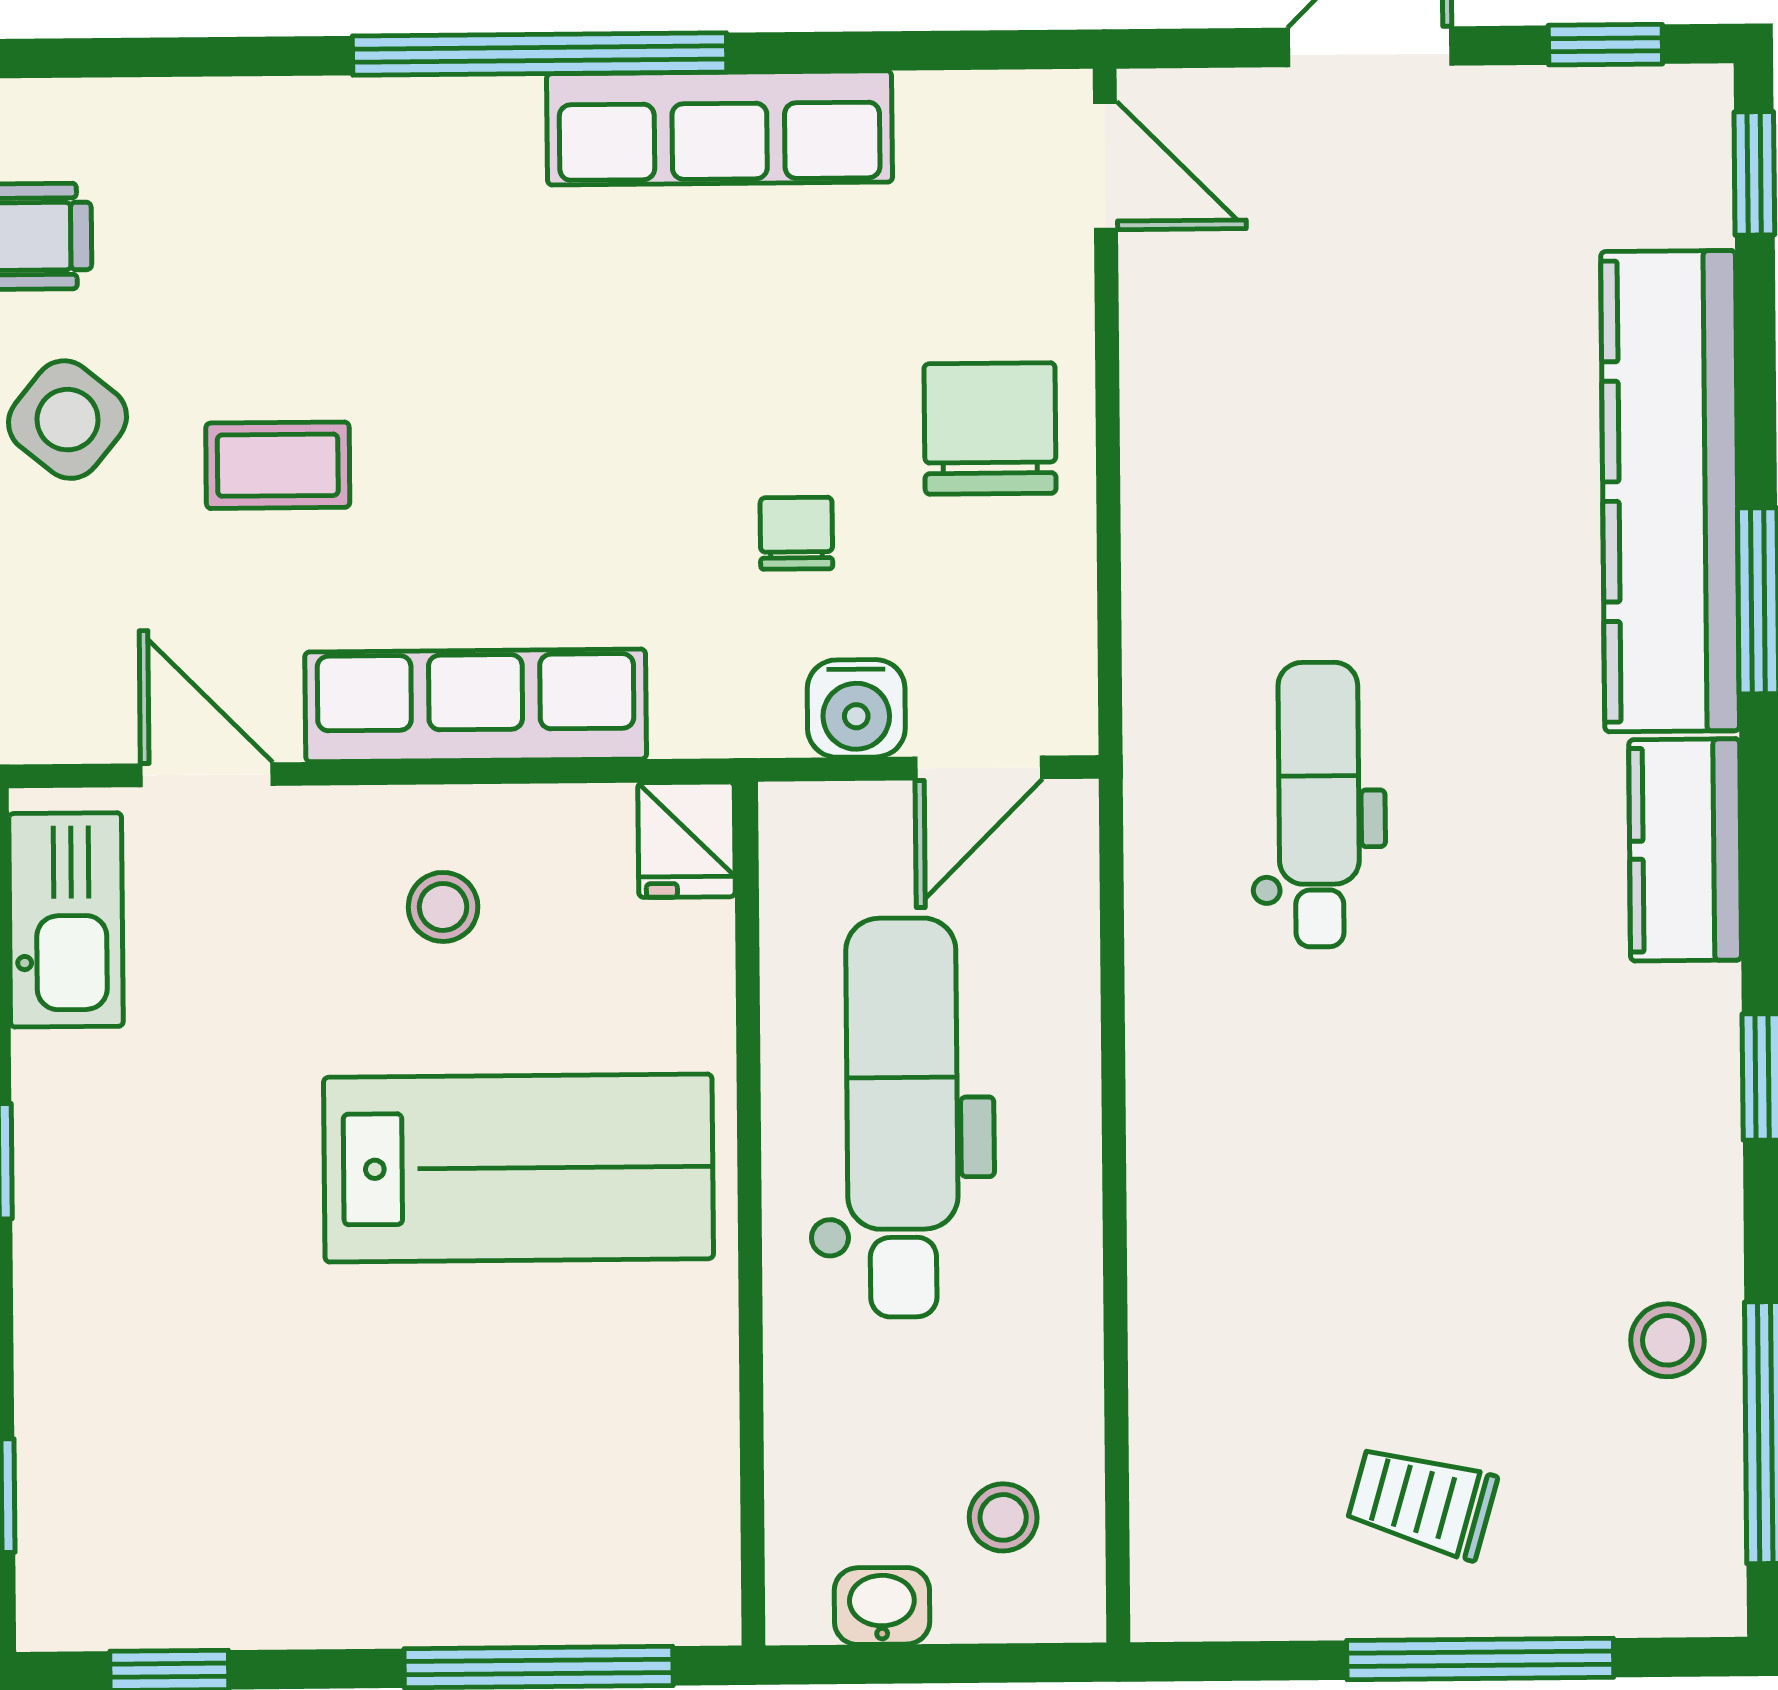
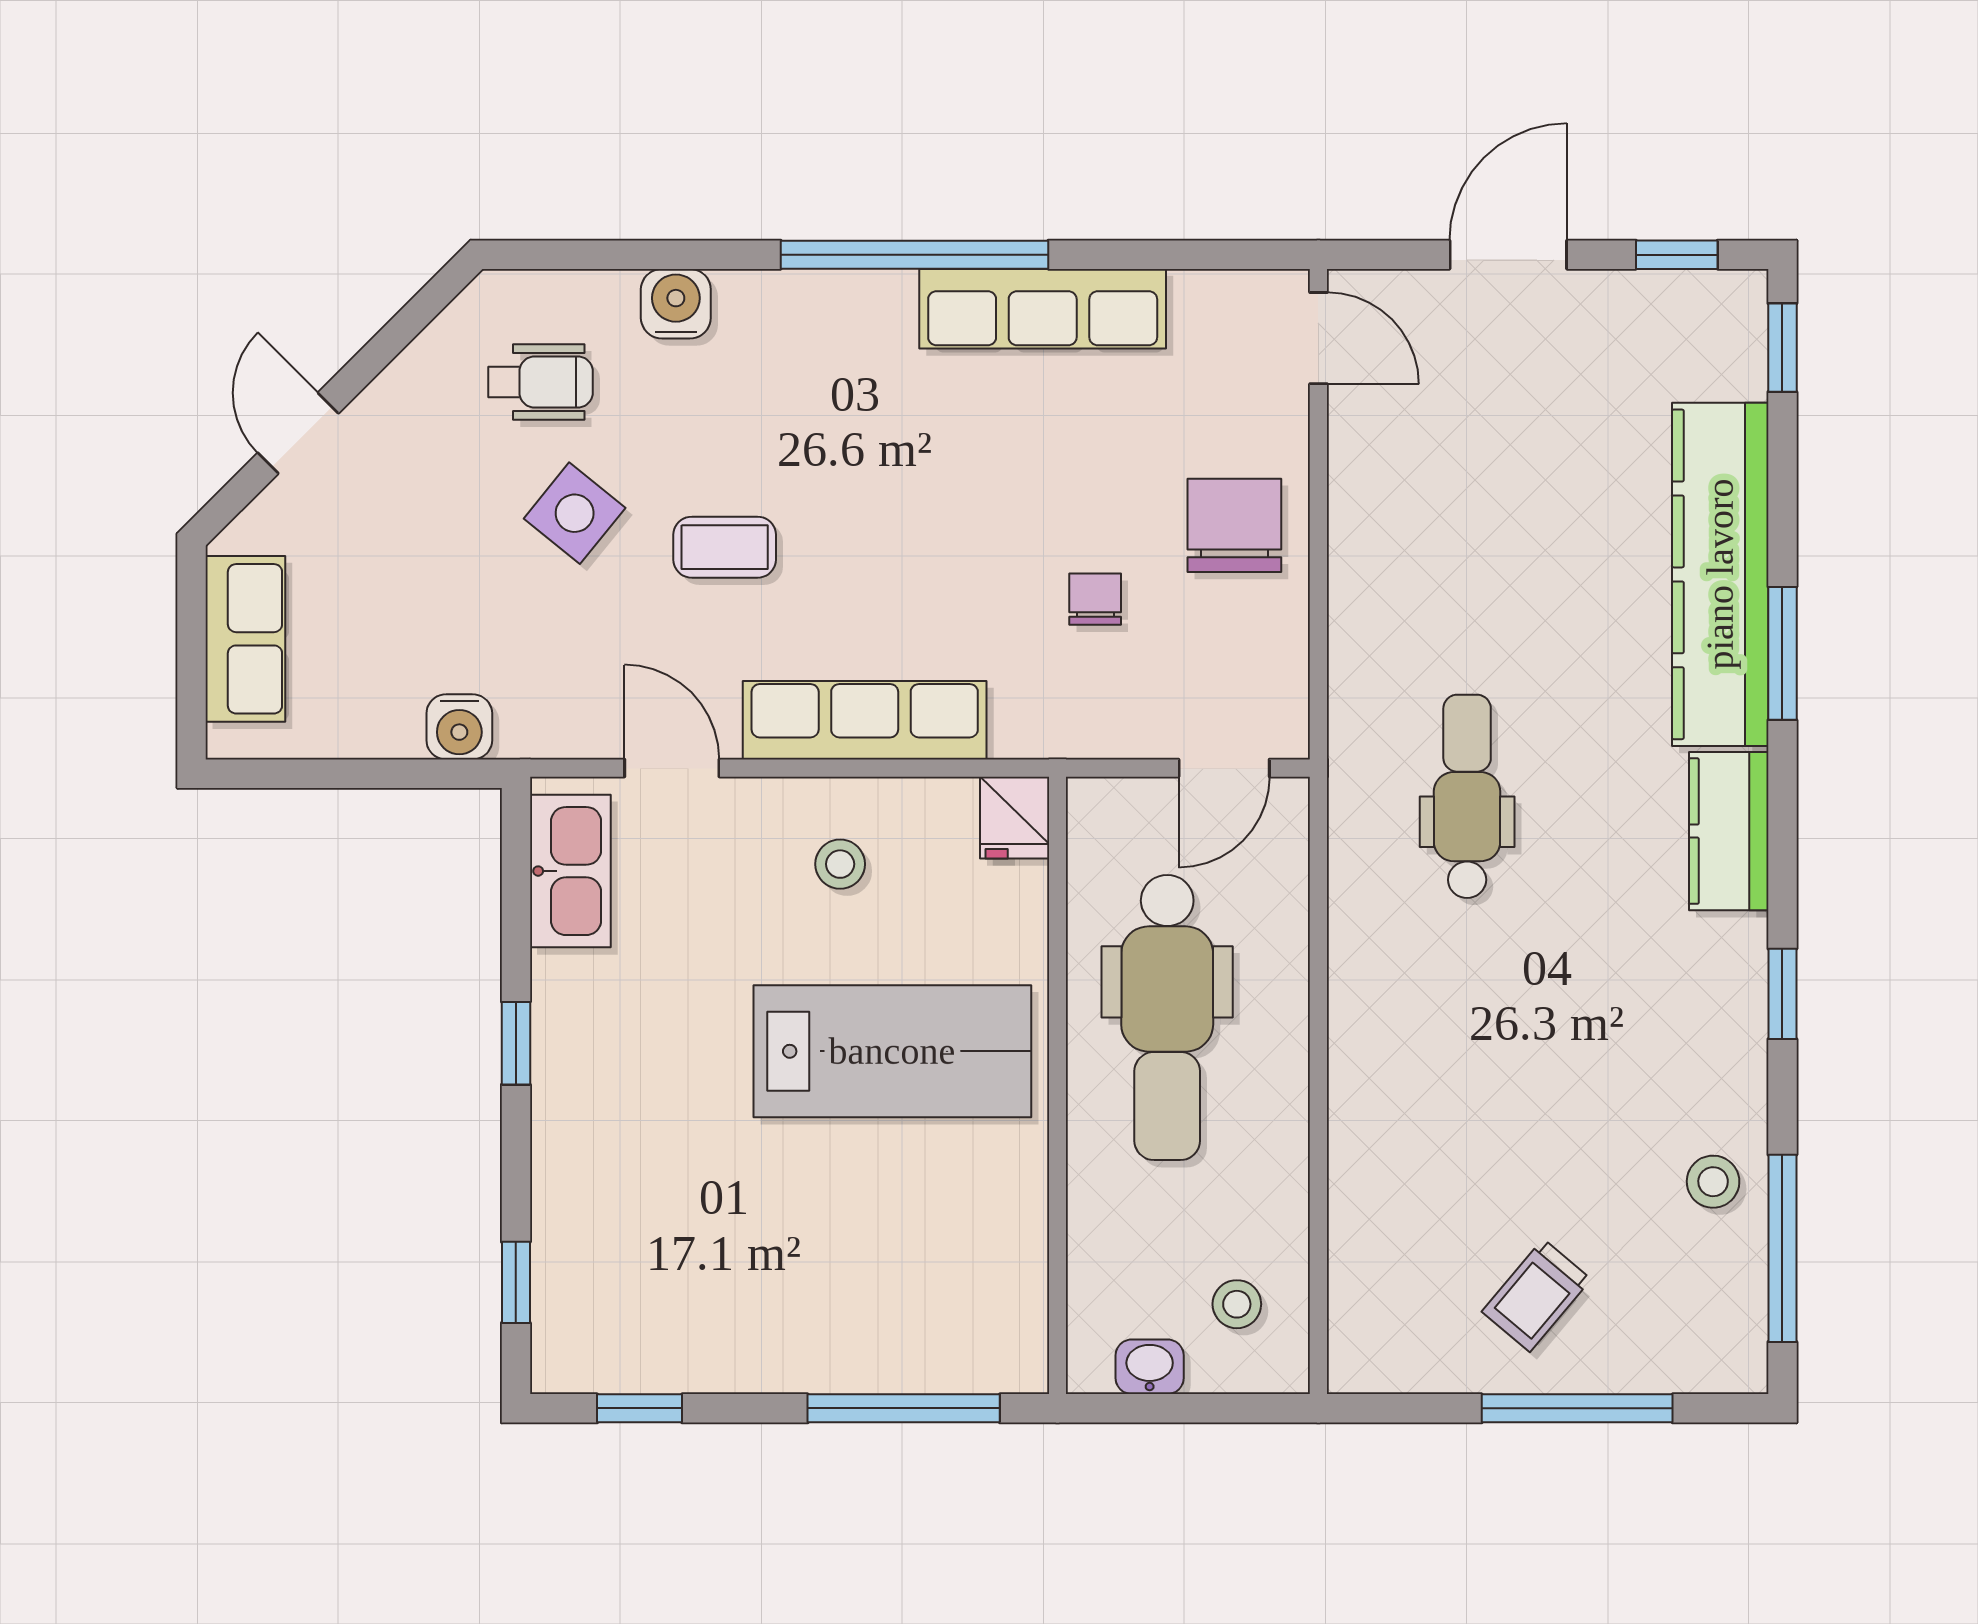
water cooler: (856, 708) -> (676, 304), moved, turned 180
dental chair: (902, 1117) -> (1167, 1018), turned 180
trolley: (1422, 1501) -> (1536, 1295), turned -66

